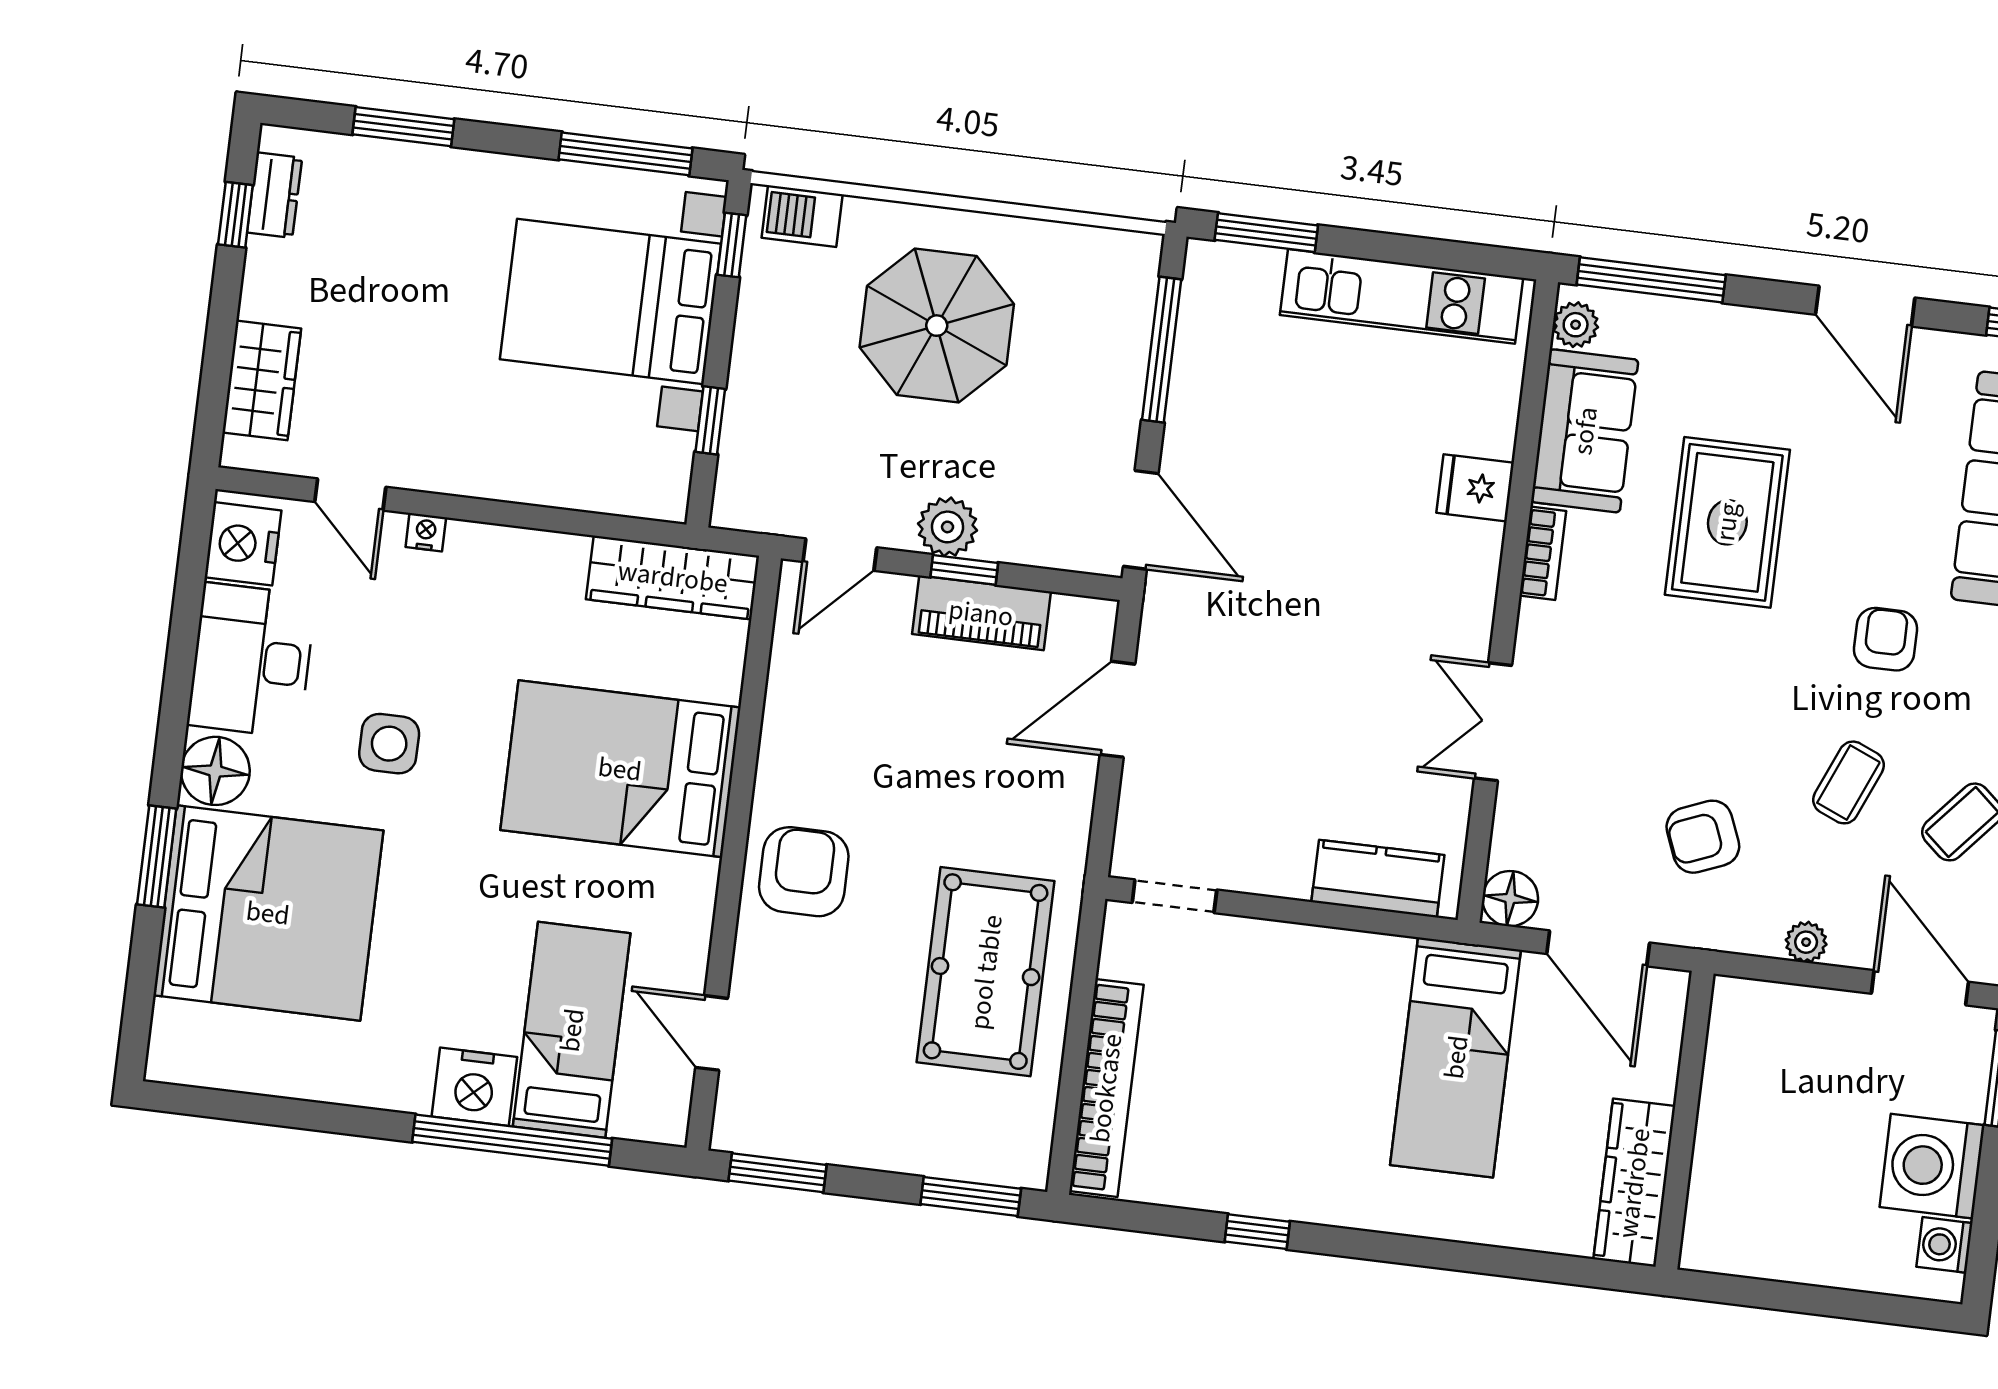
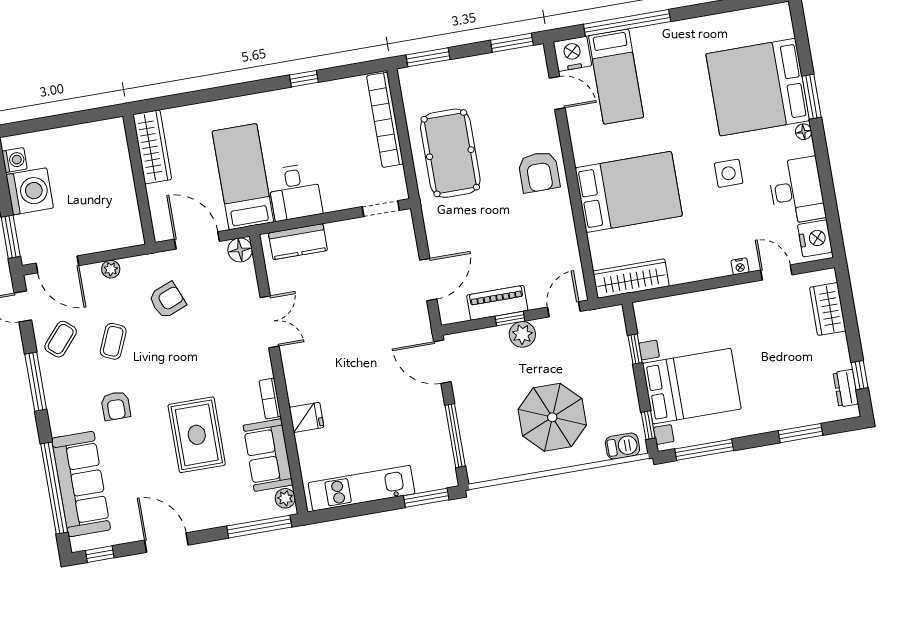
floor lamp: (215, 771) -> (804, 132), width x0.53, depth x0.53
desk: (1352, 989) -> (295, 192), added
nightstand: (474, 1087) -> (572, 54), moved

